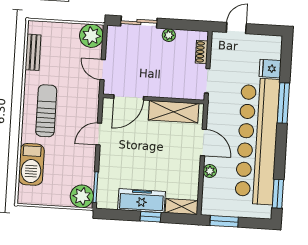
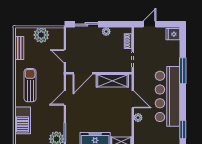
plant: (91, 36) -> (41, 35), moved
fridge: (270, 69) -> (173, 34), moved
bar counter: (257, 141) -> (167, 96), width x0.73

